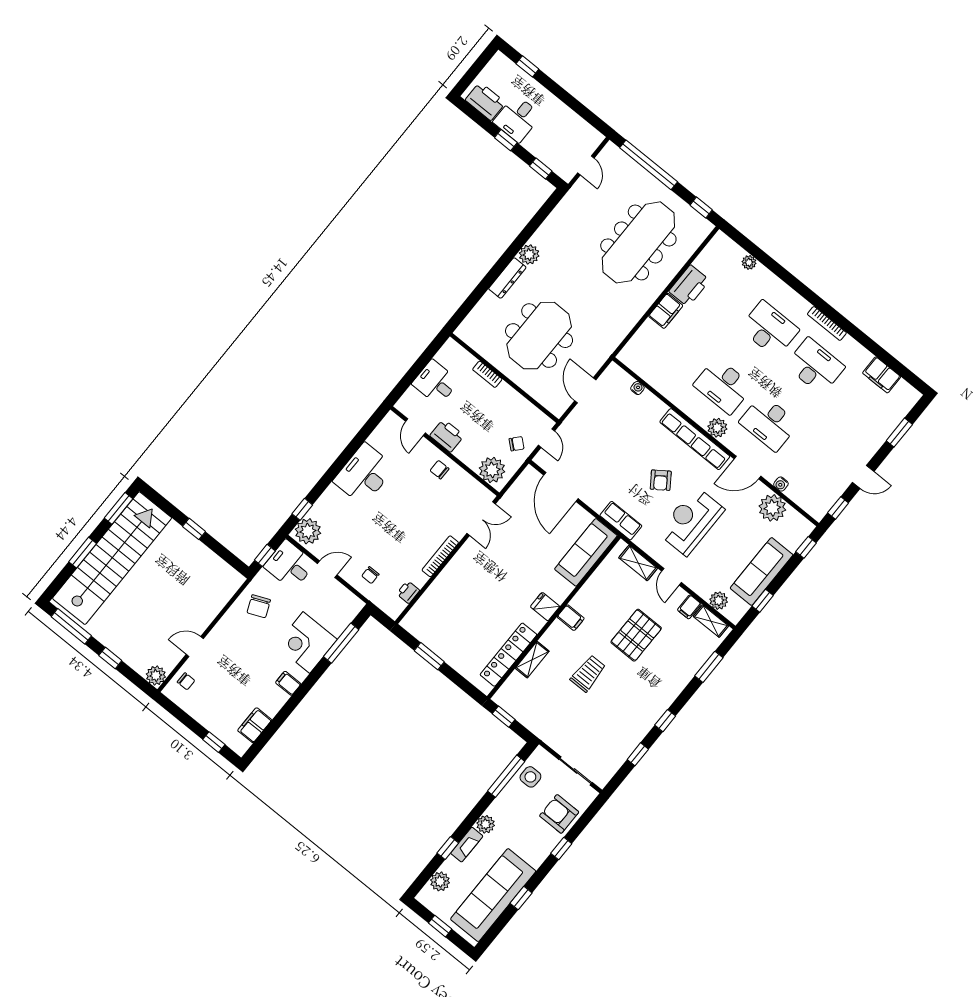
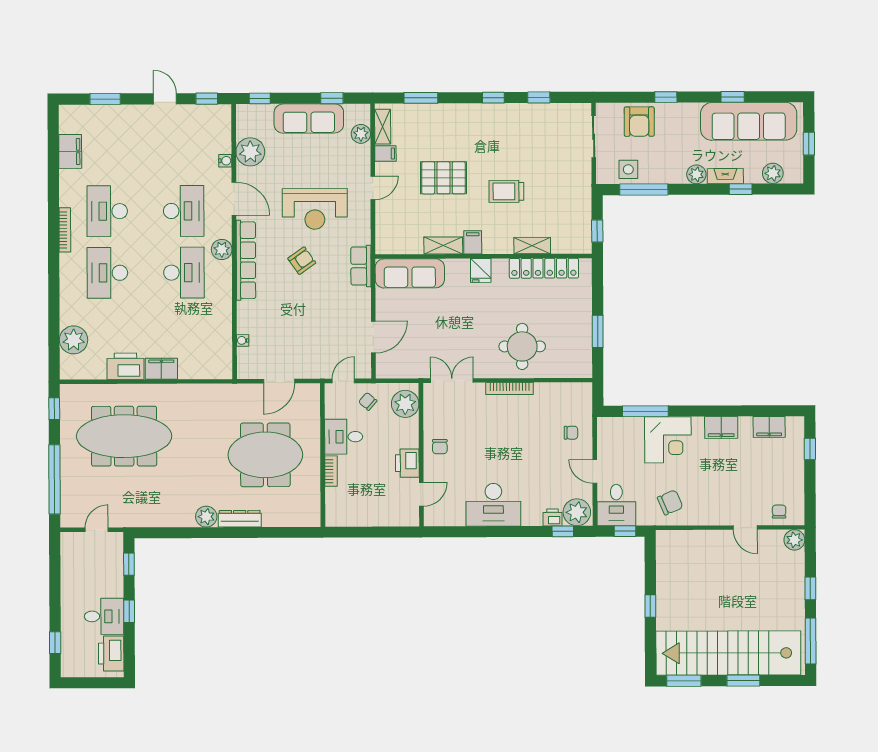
plant: (749, 262) -> (74, 340), width x1.88, depth x1.88
desk: (435, 383) -> (344, 437), moved, turned 90
door: (561, 487) -> (373, 337), width x0.73
shelving: (638, 563) -> (443, 246), moved, turned 90
round table: (464, 591) -> (522, 346), added
printer: (408, 592) -> (552, 517), moved, turned 180
filing cabinet: (288, 683) -> (721, 428), width x2.00

